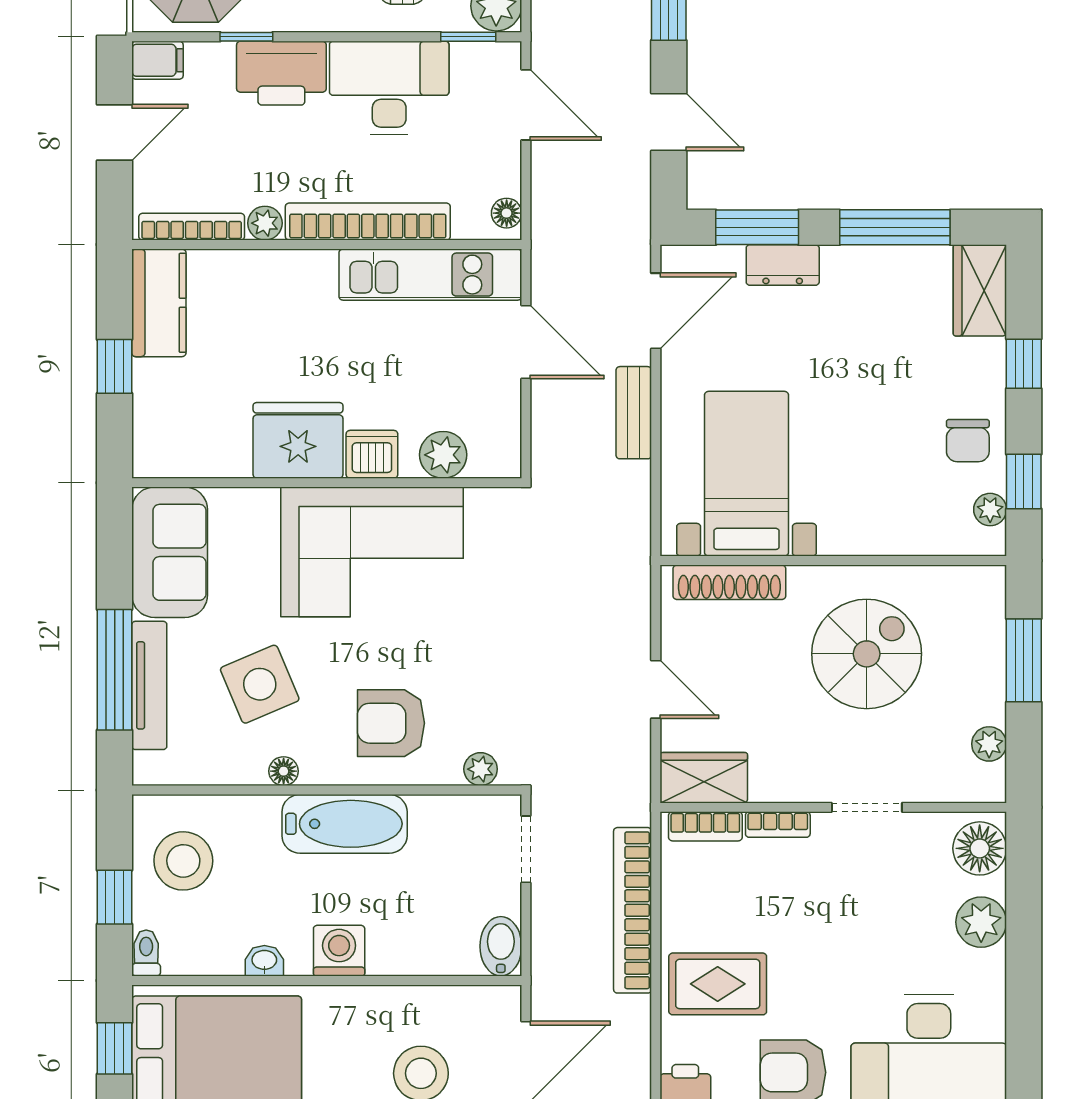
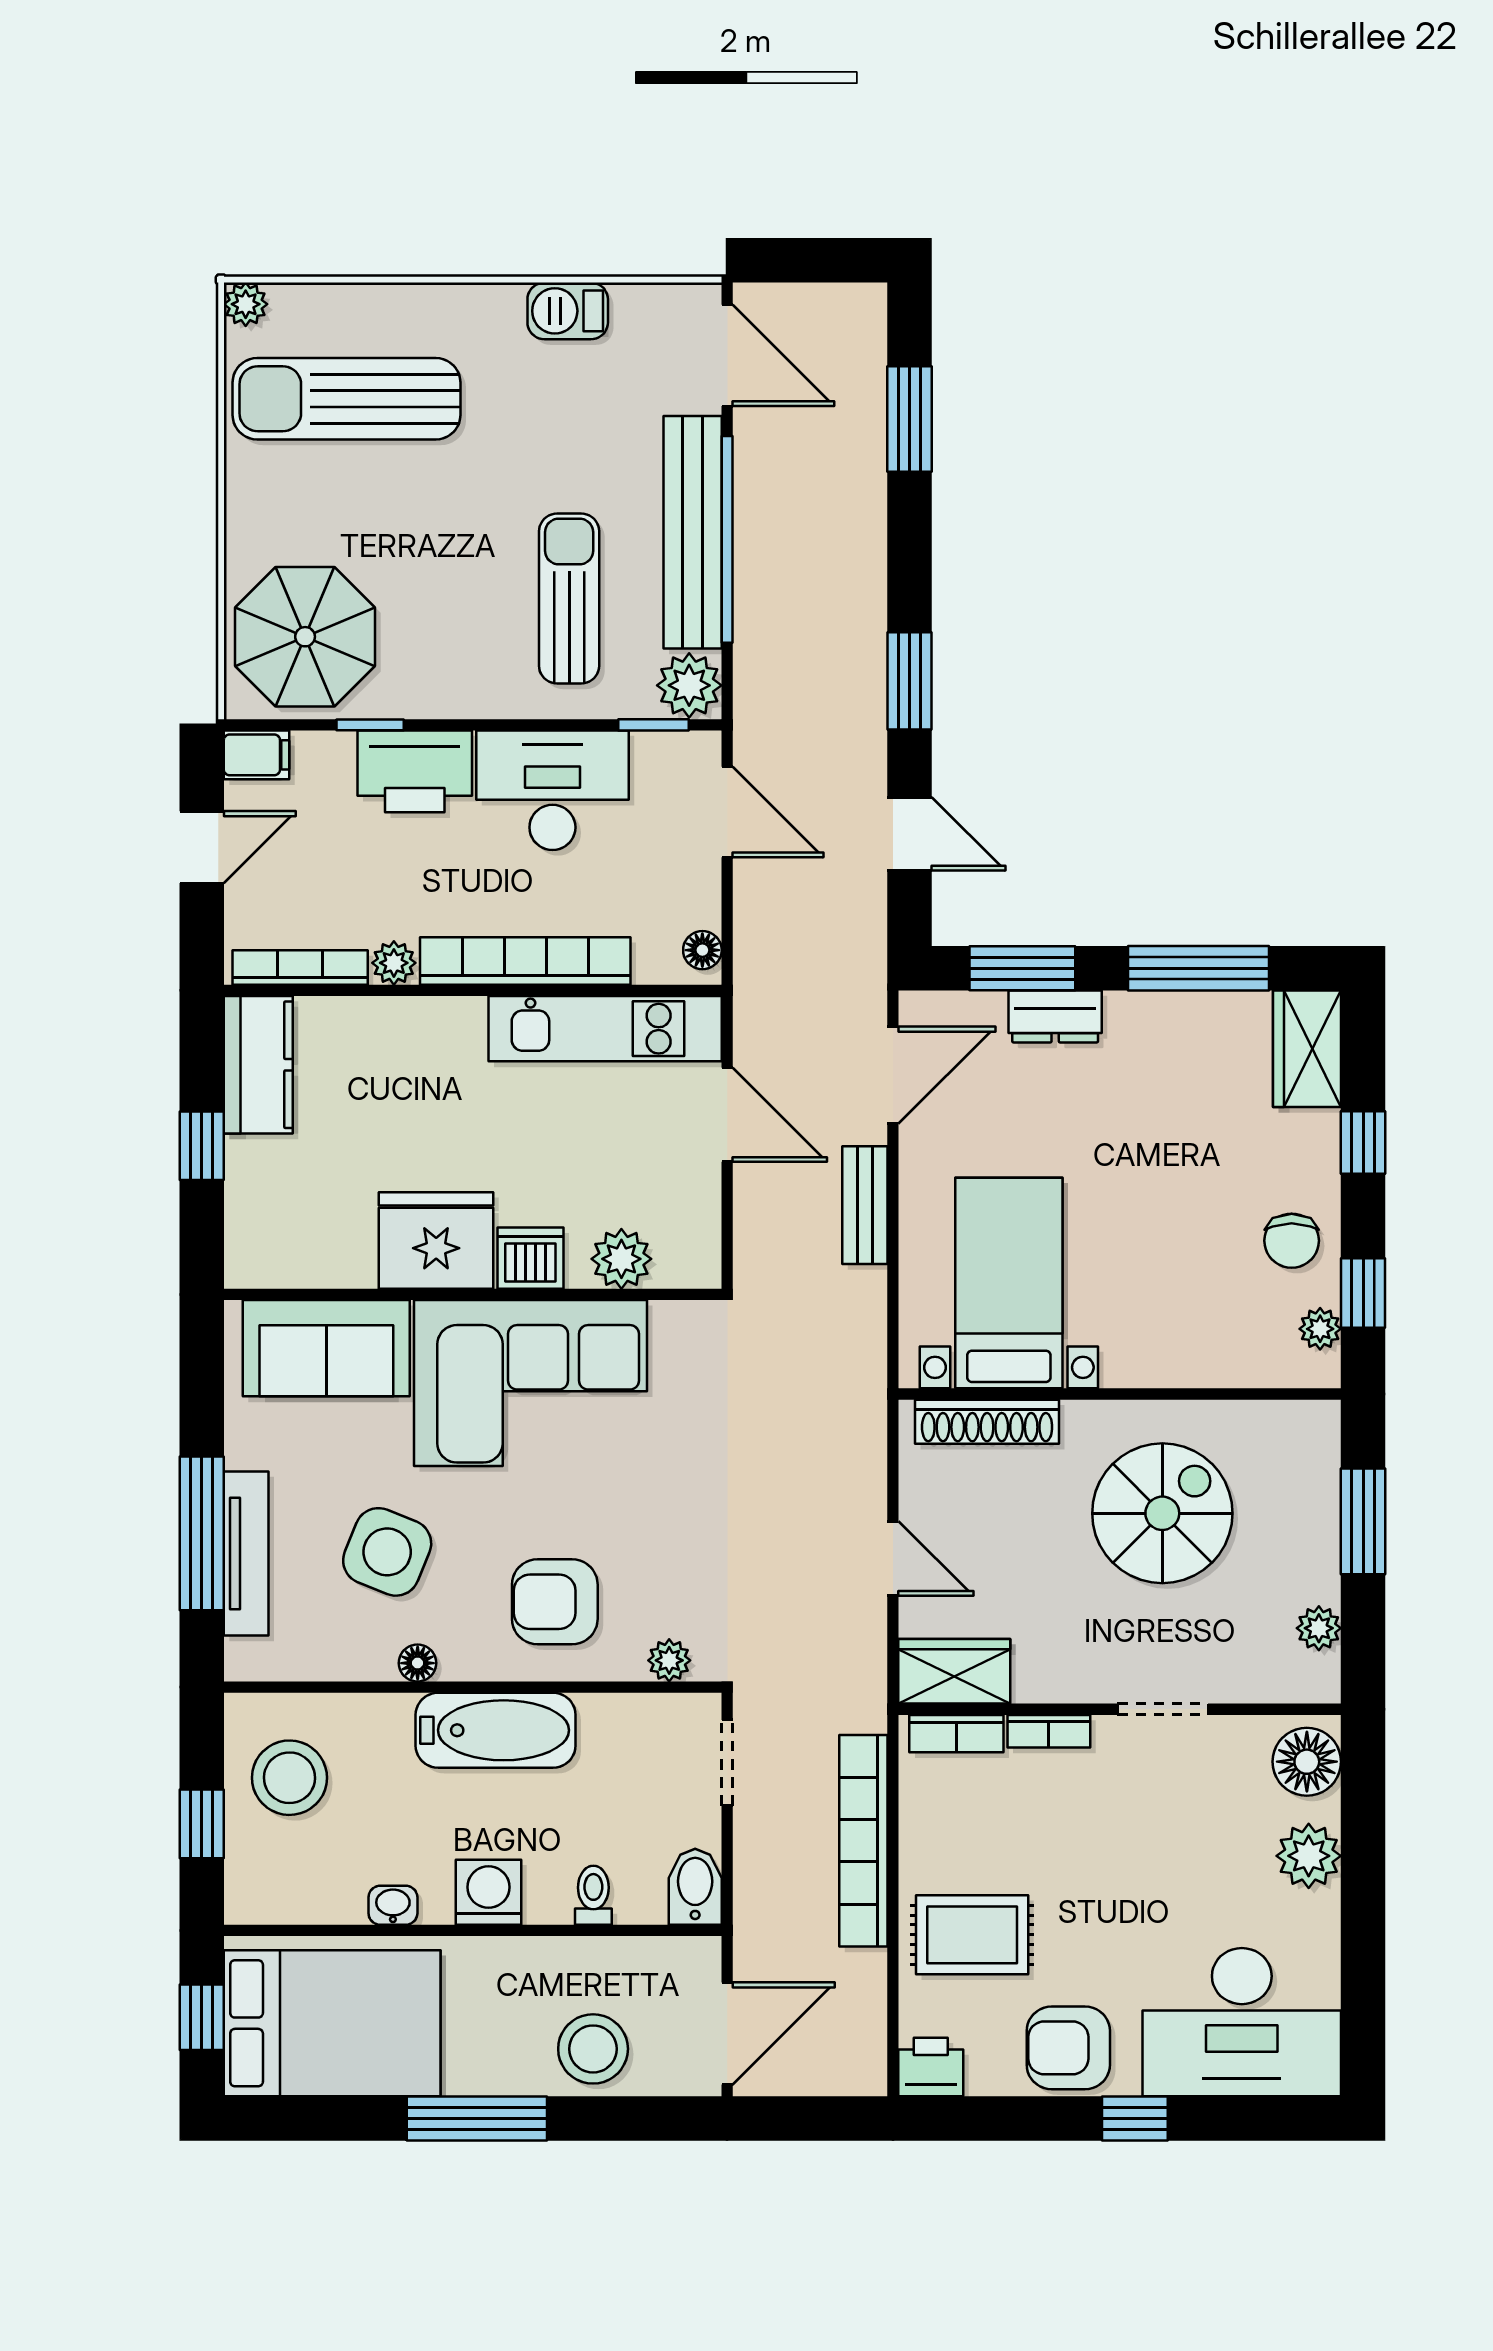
sofa: (170, 552) -> (326, 1348), moved, turned 90
side table: (260, 684) -> (387, 1552), turned 45
toilet: (146, 953) -> (593, 1895), moved

